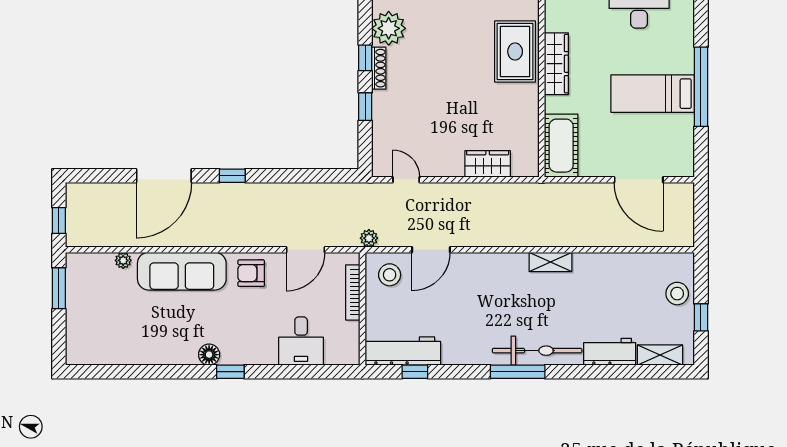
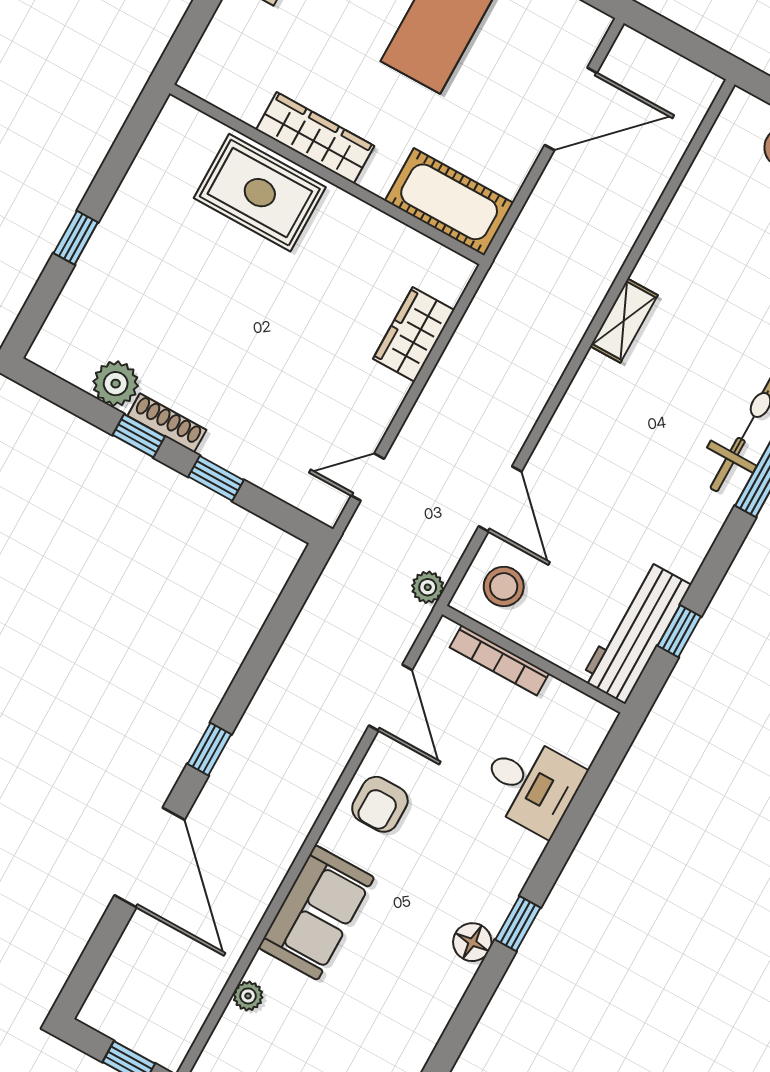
plant: (389, 28) -> (116, 384), width x0.73, depth x0.73
sofa: (182, 271) -> (316, 912), width x0.73

